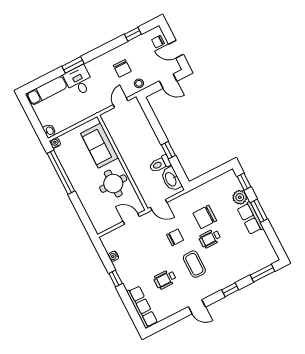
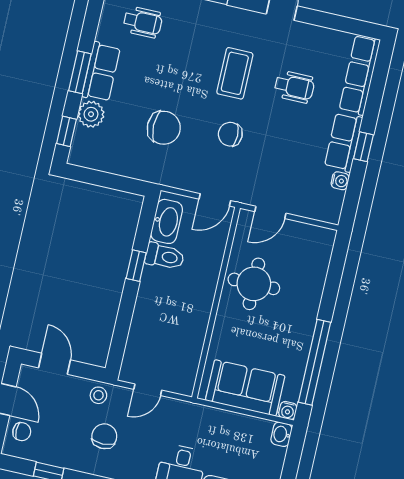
sofa: (100, 146) -> (245, 388), moved, turned -90
door: (159, 205) -> (215, 200), swing flipped
door: (131, 219) -> (270, 212), hinge flipped
wheelchair: (210, 238) -> (143, 22), moved
row of seats: (125, 273) -> (344, 142), added

